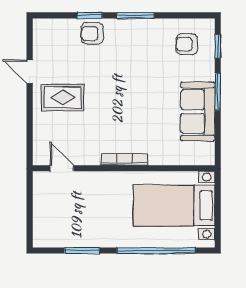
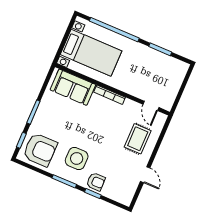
armchair: (187, 44) -> (40, 150), width x1.88, depth x1.88
side table: (132, 54) -> (77, 158), added
rug: (63, 98) -> (138, 139), moved, turned 90
sofa: (198, 112) -> (73, 87), moved, turned 90

